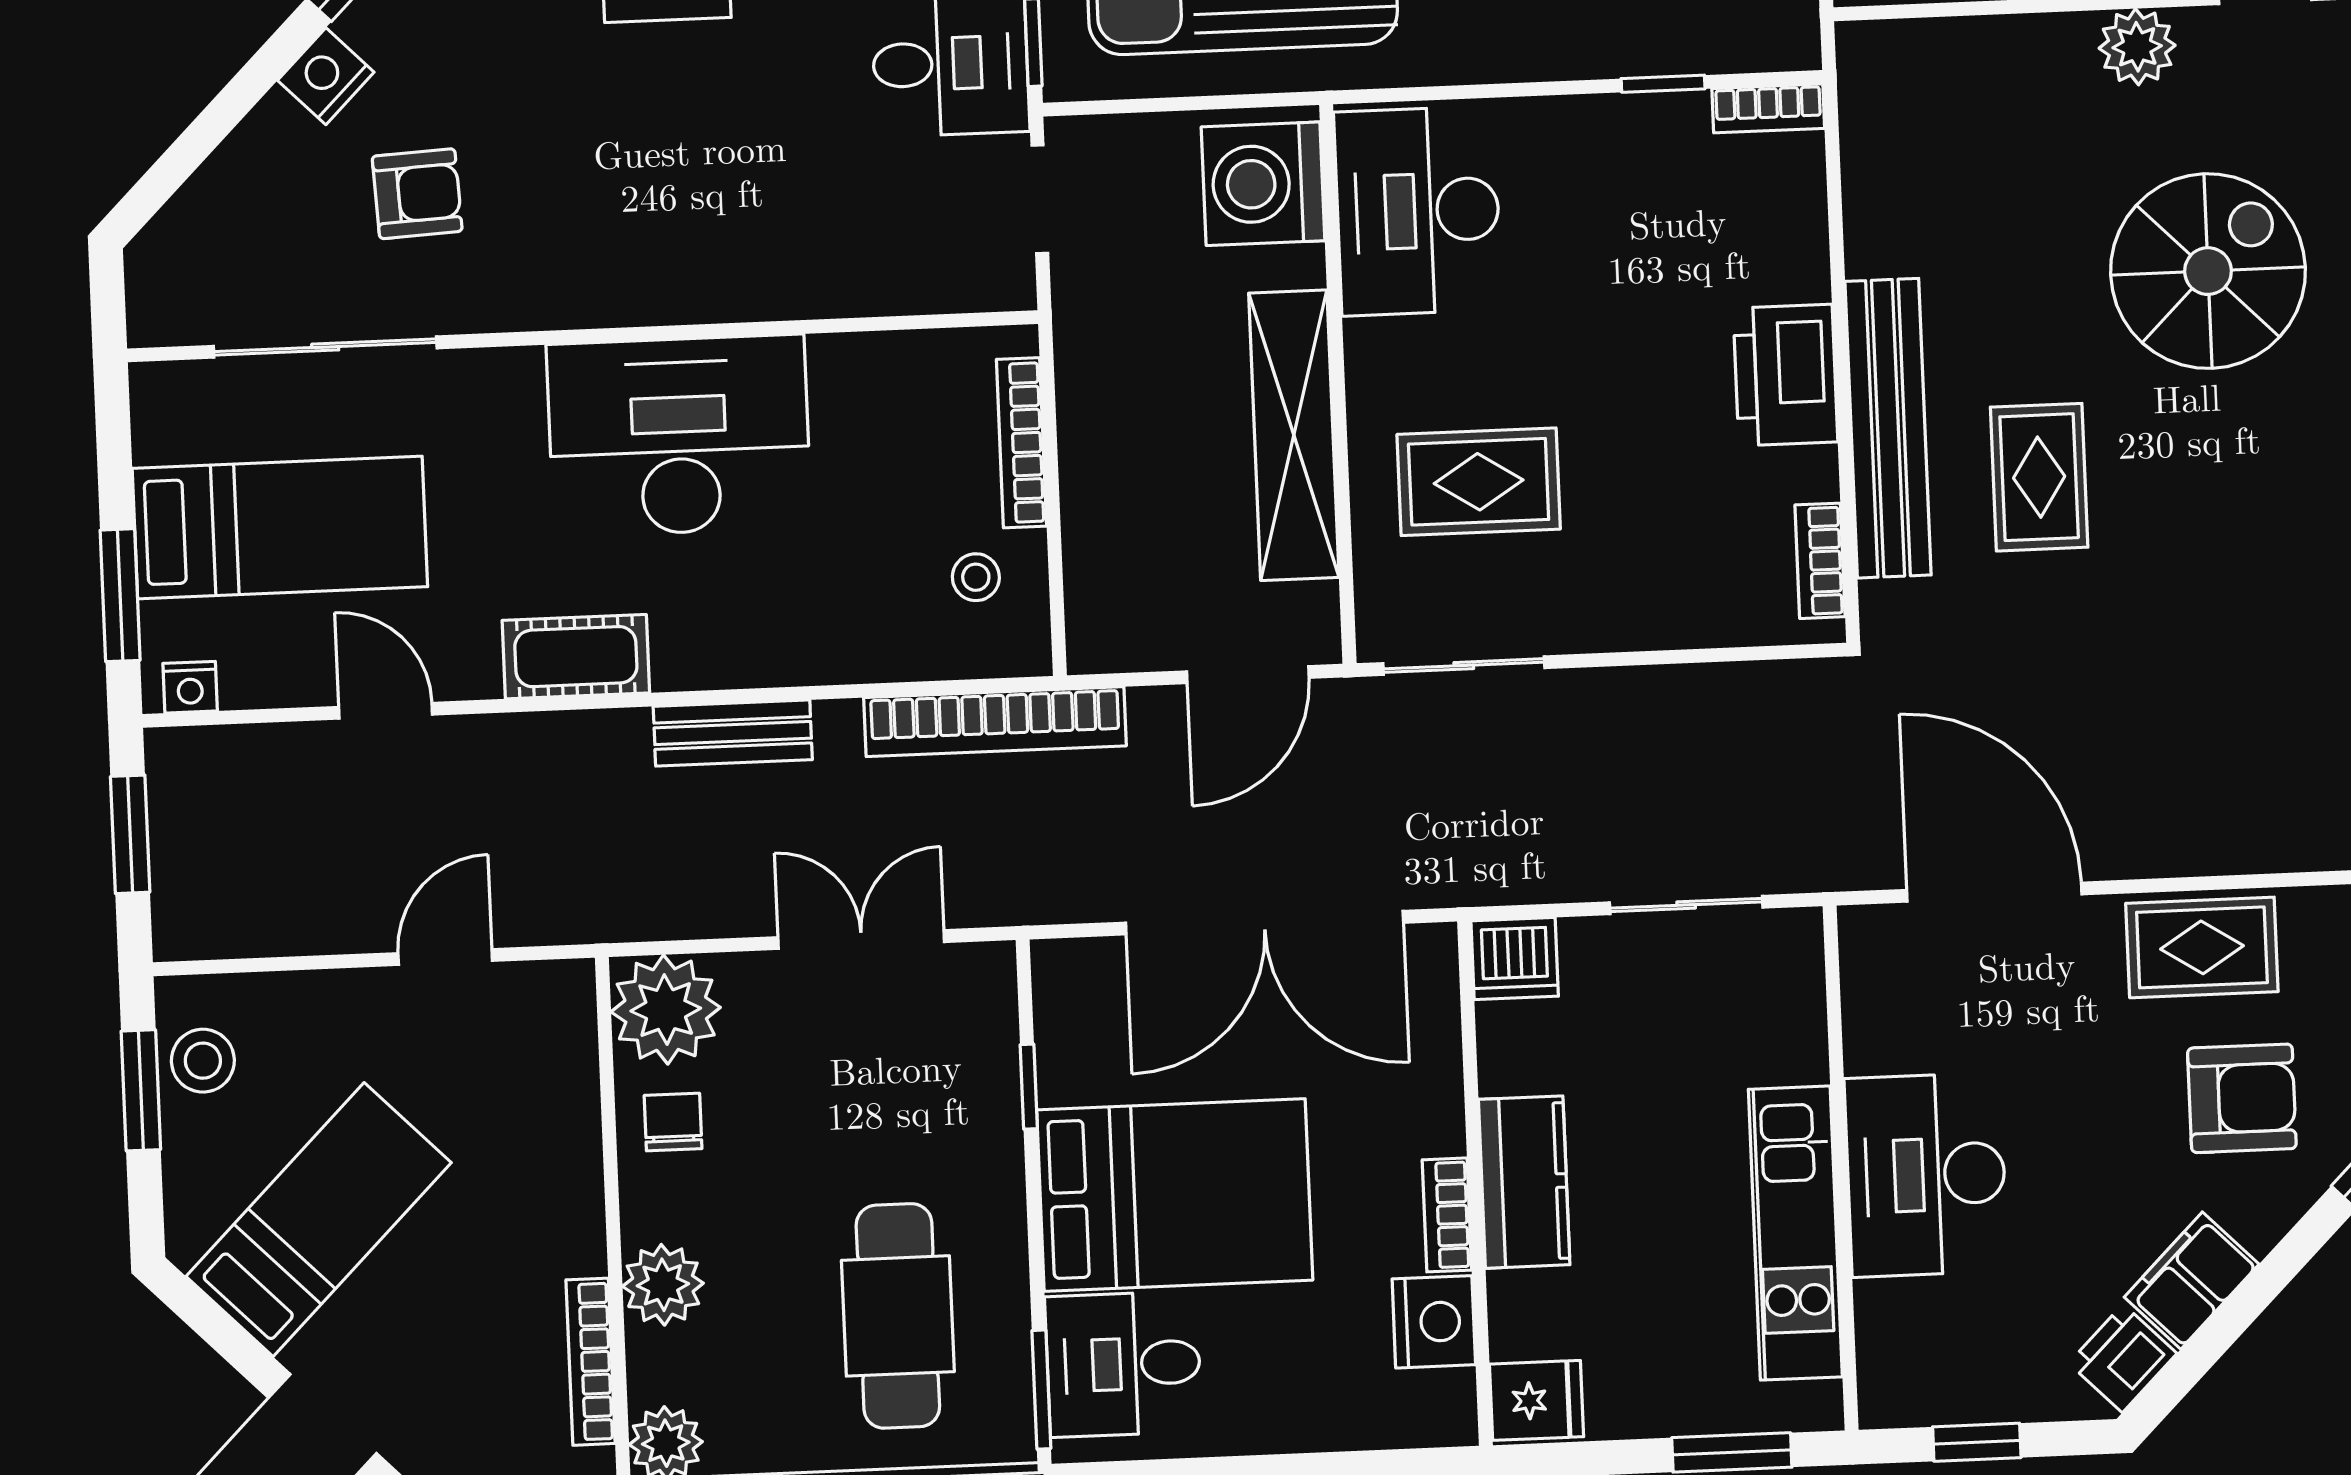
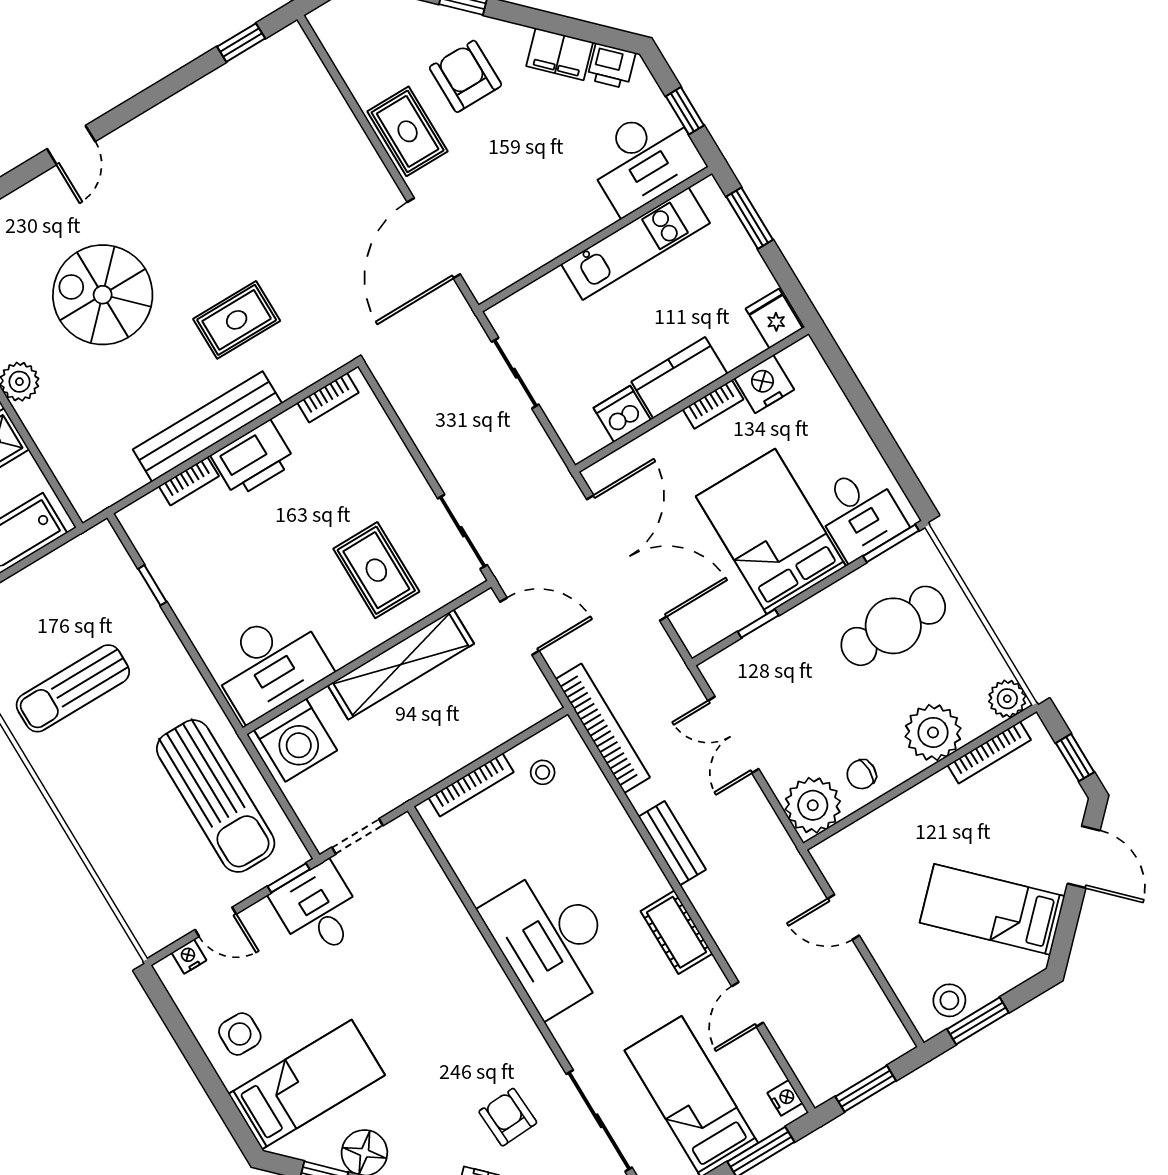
bookcase: (1768, 108) -> (189, 481), moved, turned 90
bench: (1888, 428) -> (207, 426), moved
dishwasher: (1515, 959) -> (622, 414), moved, turned -90
desk: (1926, 1175) -> (644, 159), moved
plant: (663, 1285) -> (933, 732), width x1.36, depth x1.36

